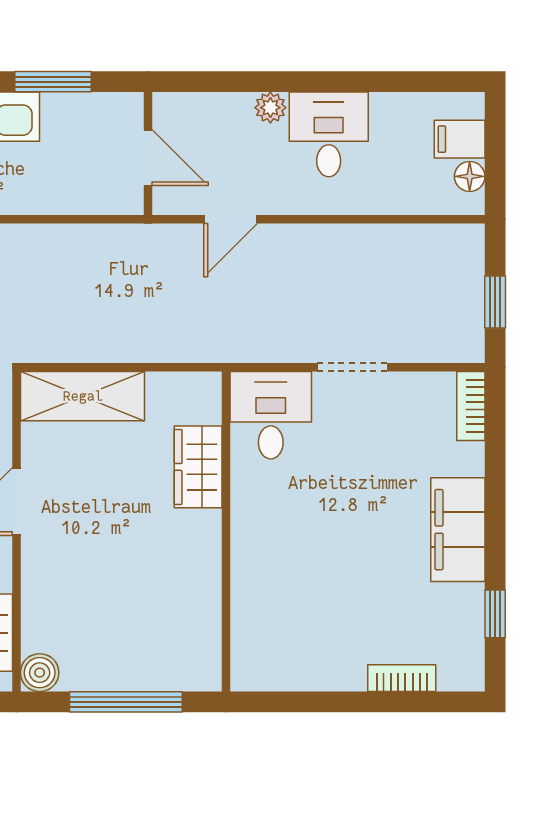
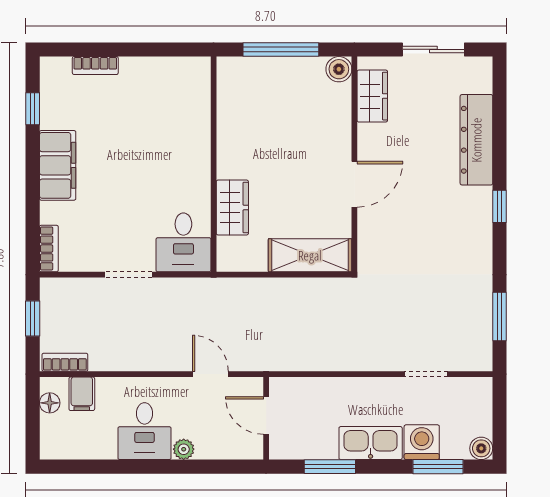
filing cabinet: (460, 139) -> (82, 394), moved, turned 90
door: (231, 219) -> (210, 374), hinge flipped
bookcase: (447, 237) -> (65, 362), added

